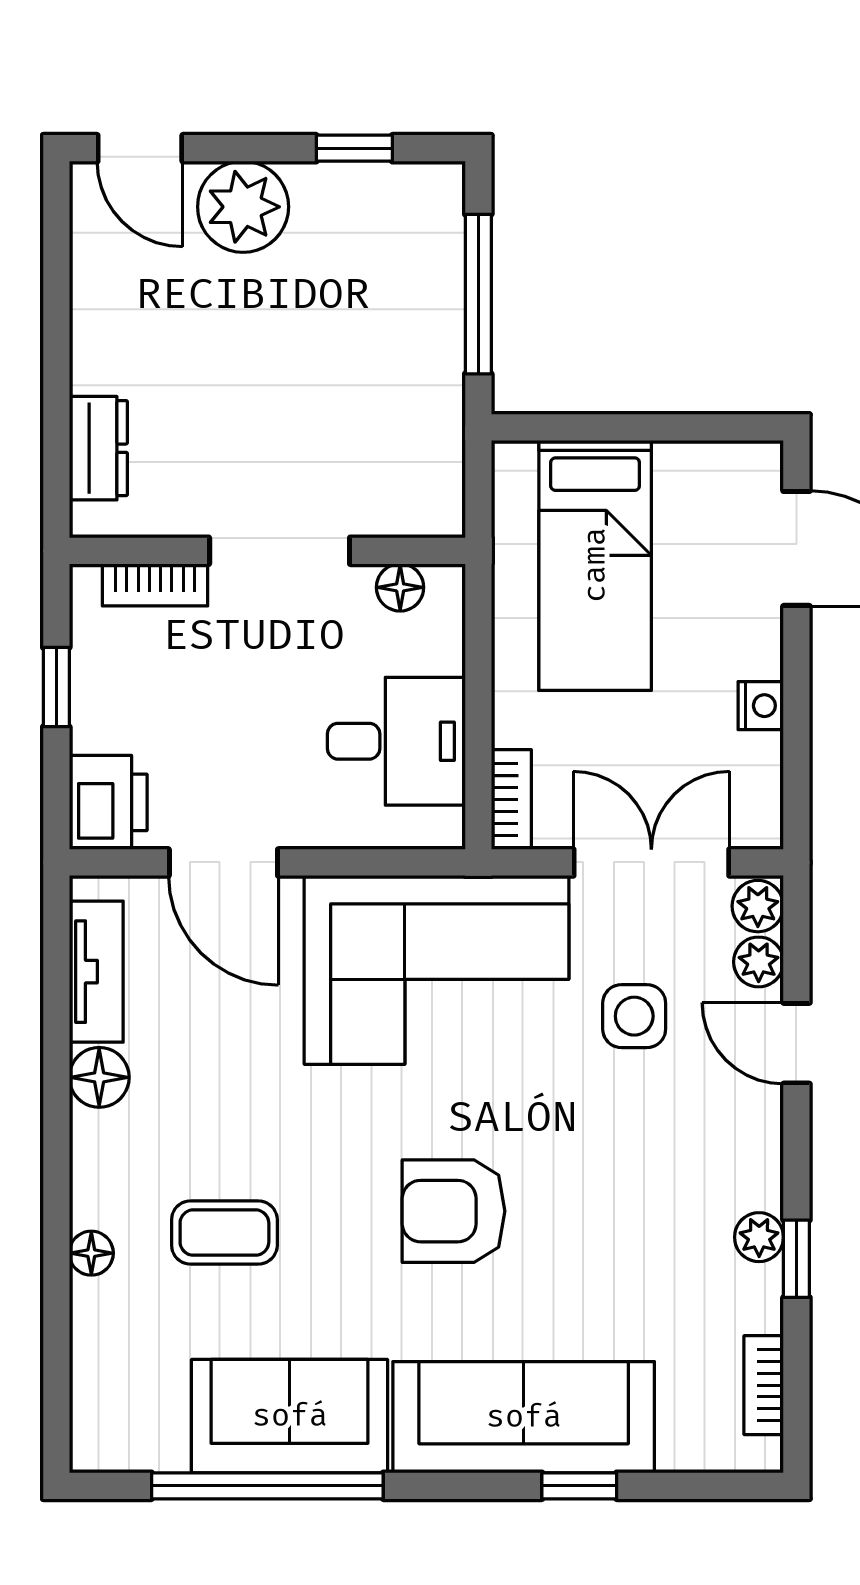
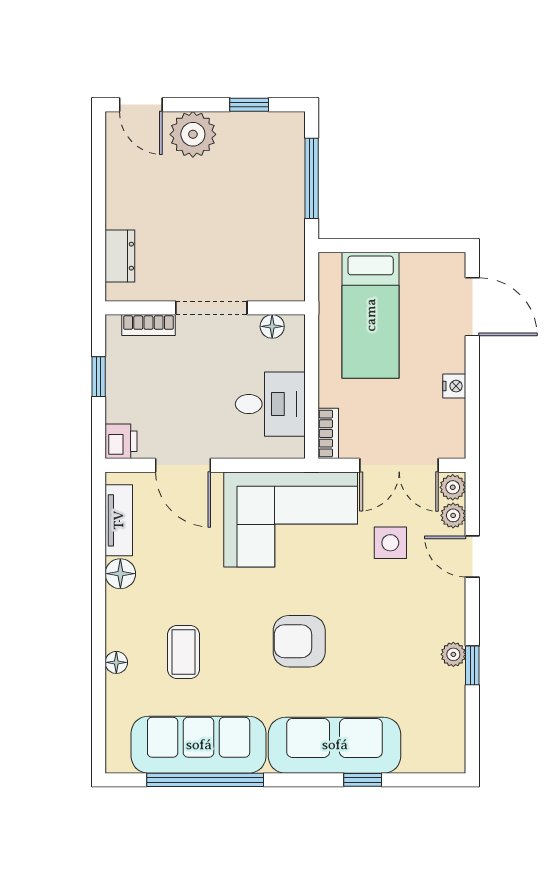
printer: (108, 802) -> (121, 441), width x0.73, depth x0.81
double door: (651, 862) -> (399, 465), swing flipped
coffee table: (224, 1233) -> (184, 652), turned 90
bookcase: (764, 1385) -> (456, 729), removed
sofa: (290, 1416) -> (199, 745), width x1.36

